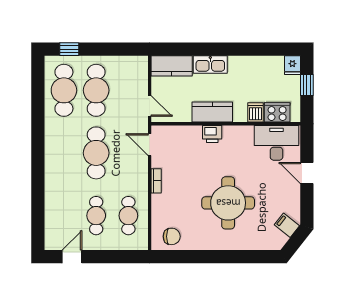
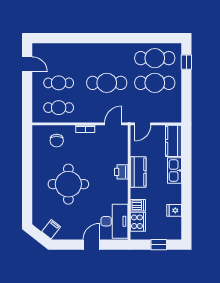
fridge: (292, 65) -> (174, 210), moved
chair: (172, 236) -> (57, 141), moved

